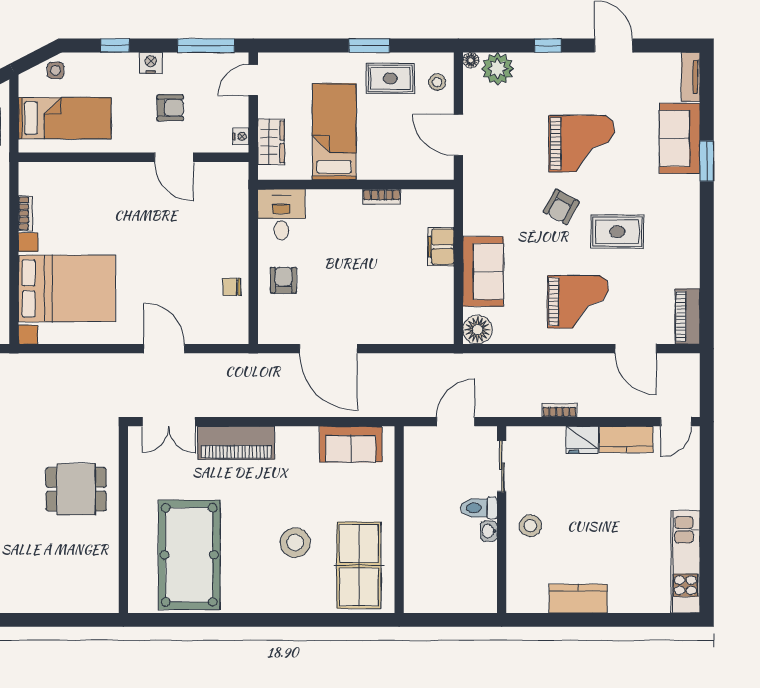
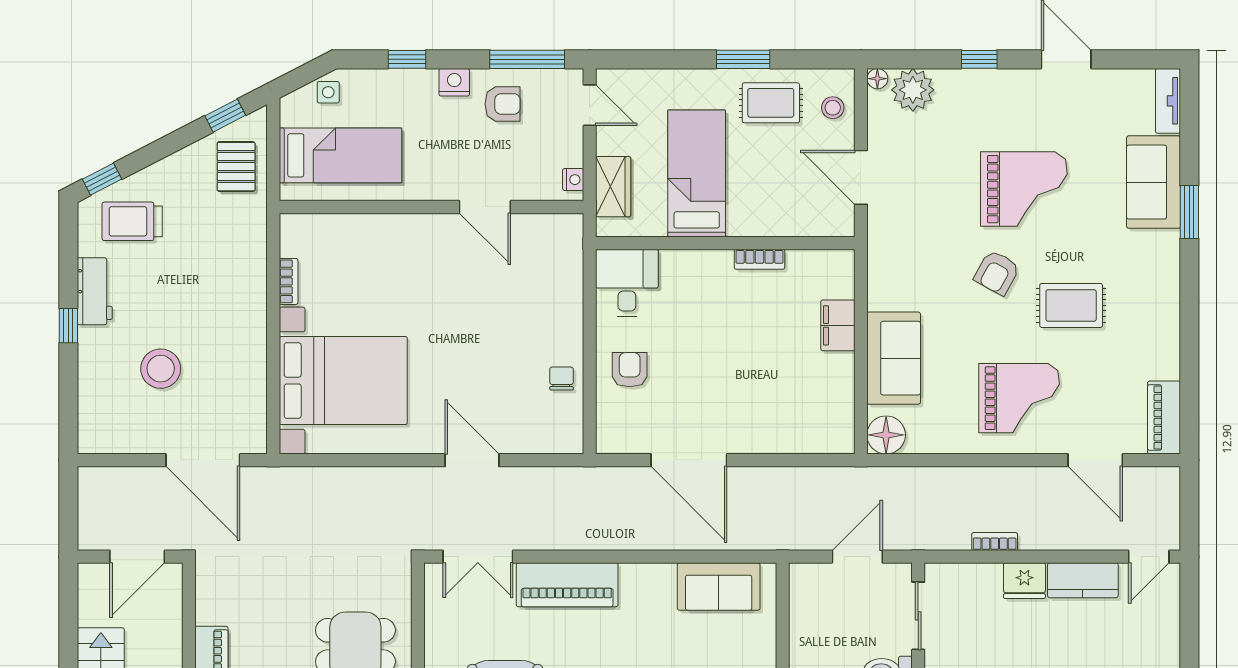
door: (253, 80) -> (590, 105), swing flipped
armchair: (170, 108) -> (503, 104), moved
chair: (232, 287) -> (562, 379), turned 90

